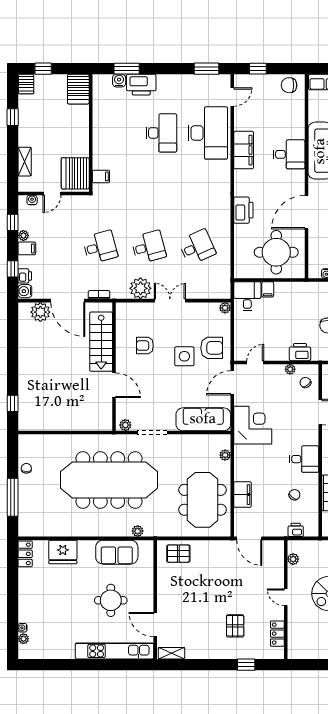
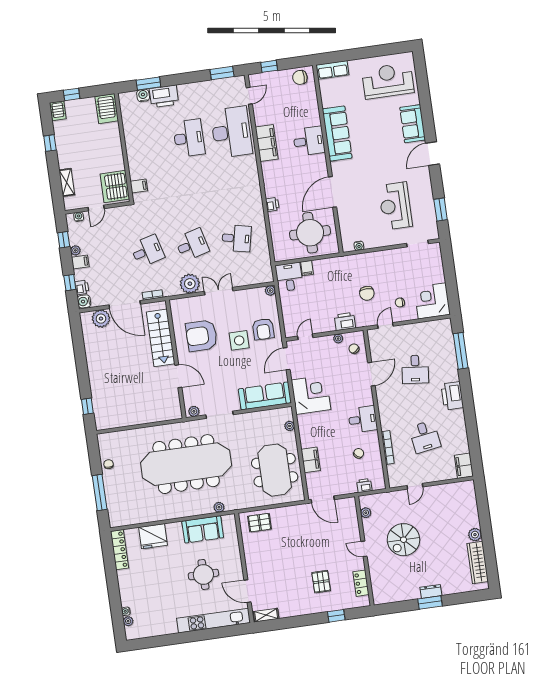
printer: (243, 210) -> (272, 204), width x0.53, depth x0.68
desk: (197, 247) -> (237, 238), turned 36
armchair: (145, 346) -> (202, 336), width x1.88, depth x1.88
armchair: (212, 348) -> (263, 329), turned 90
locker: (25, 554) -> (119, 550), width x1.53

